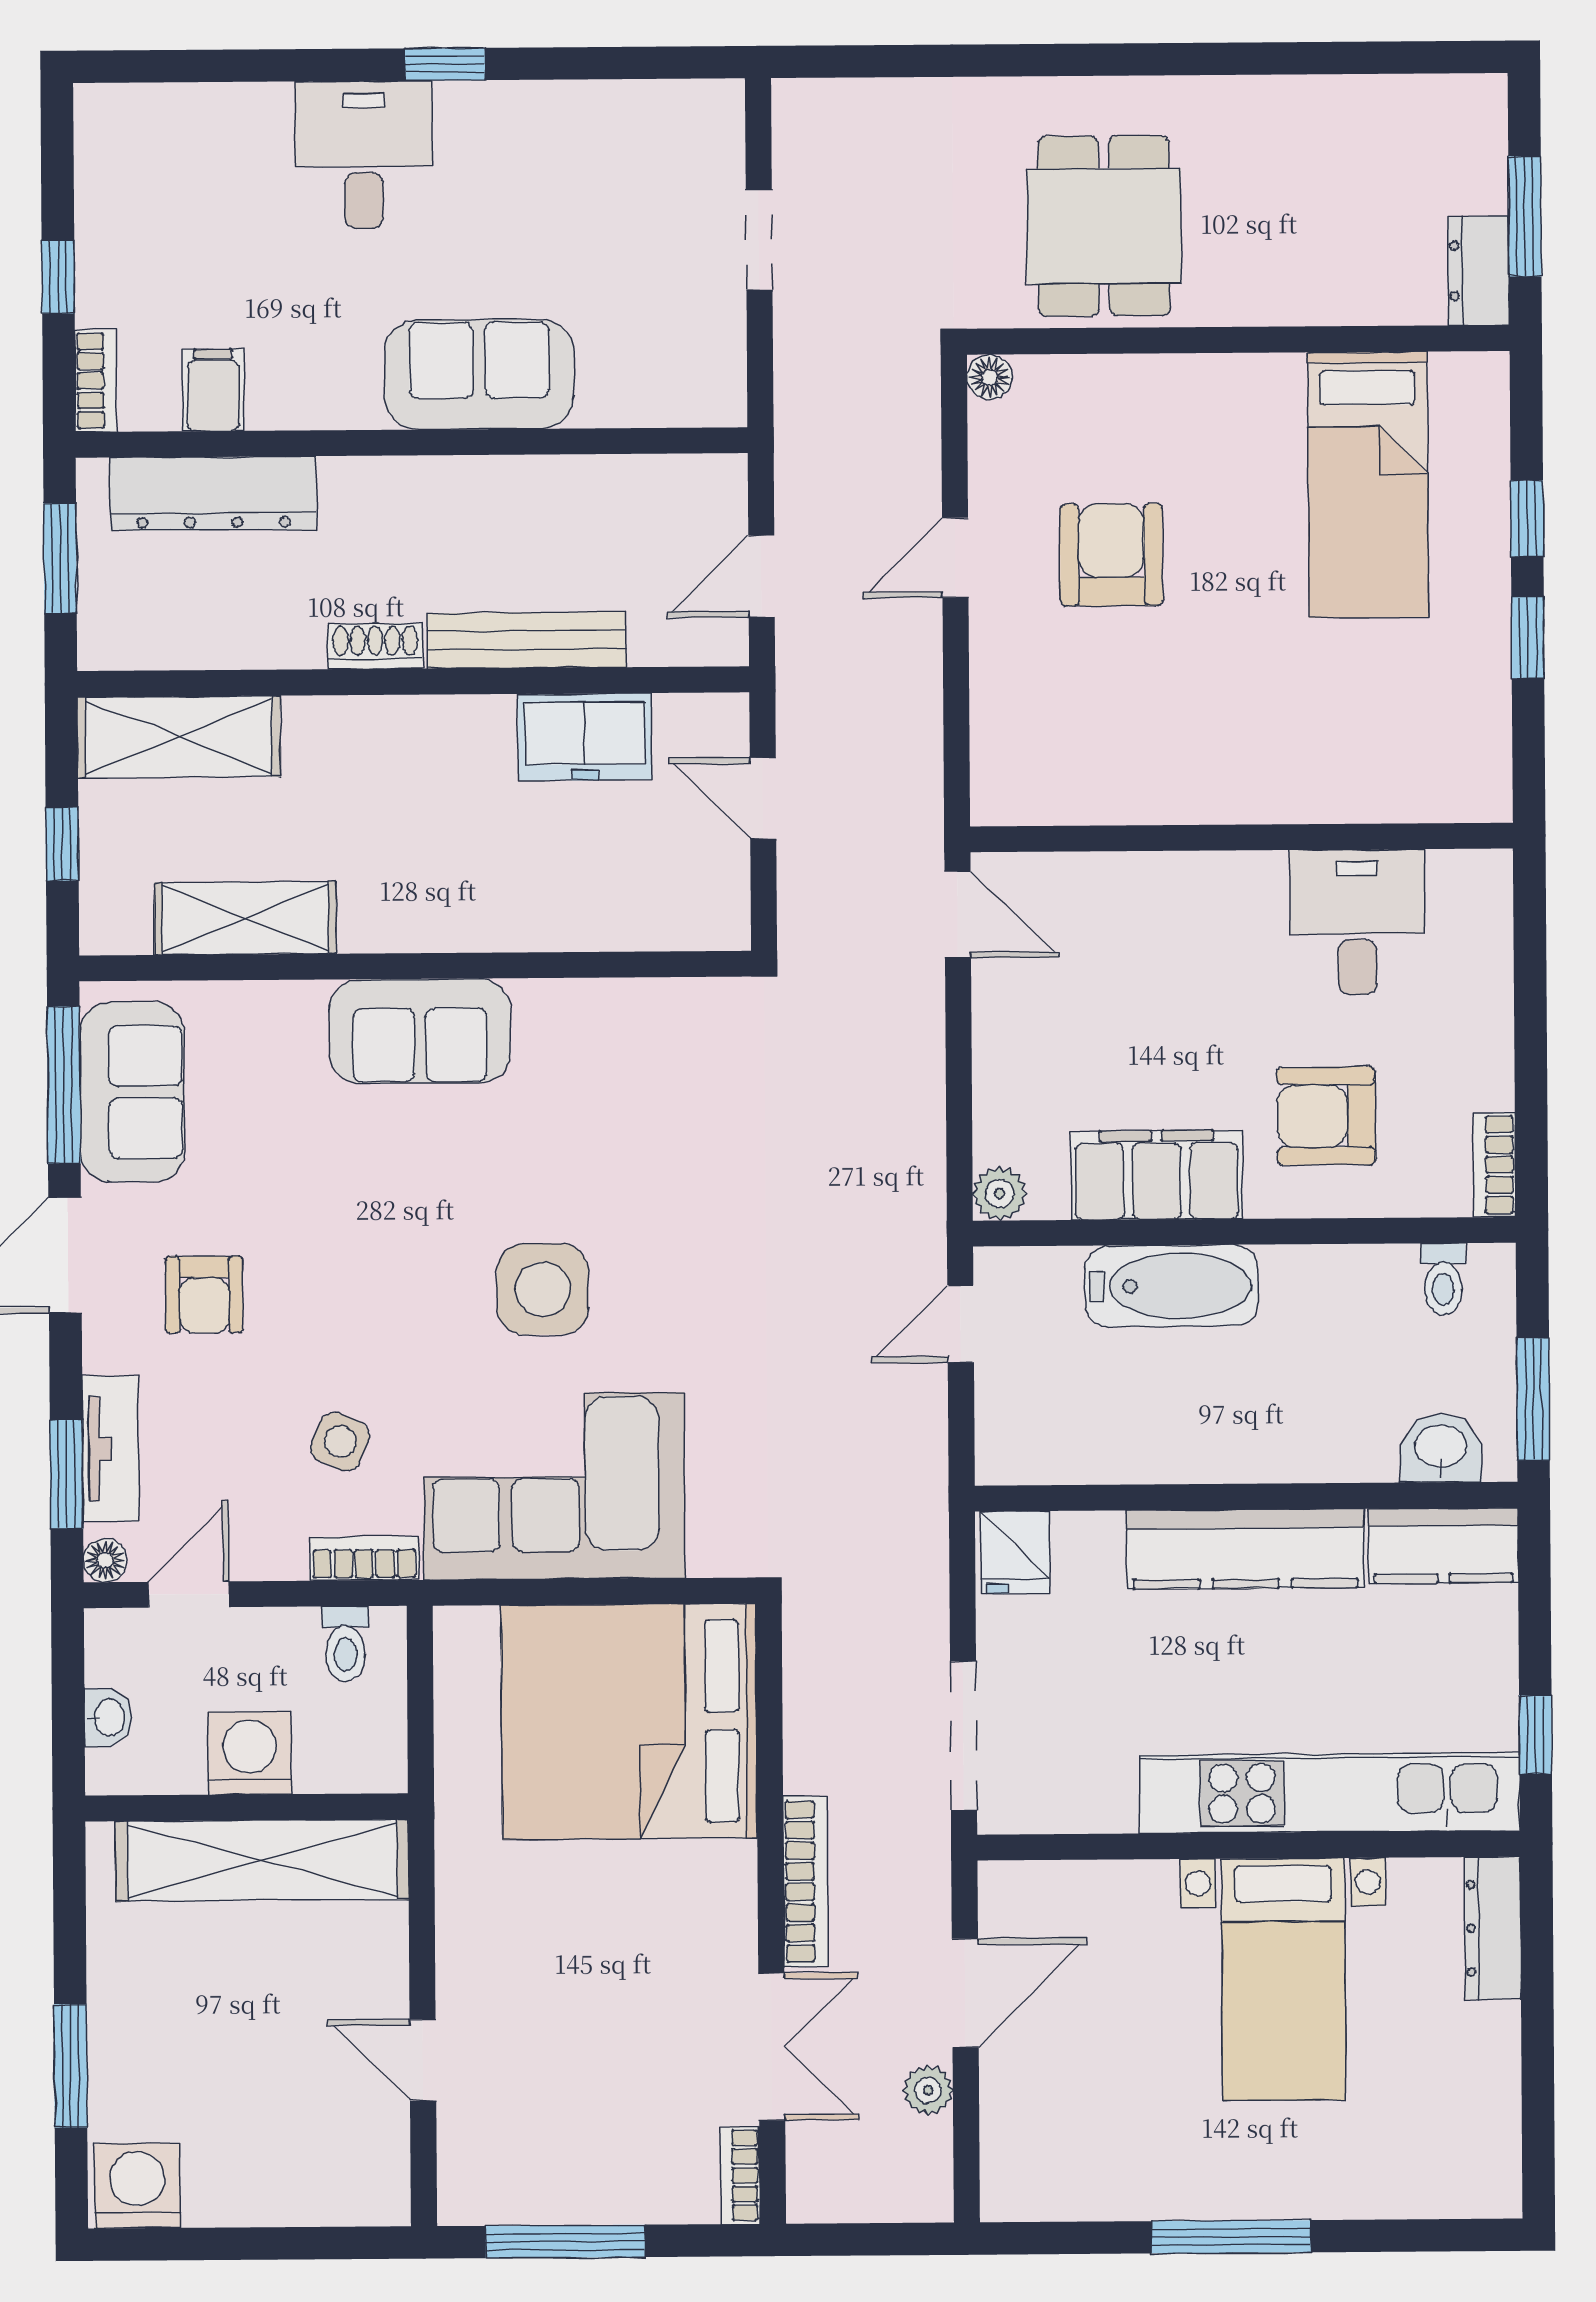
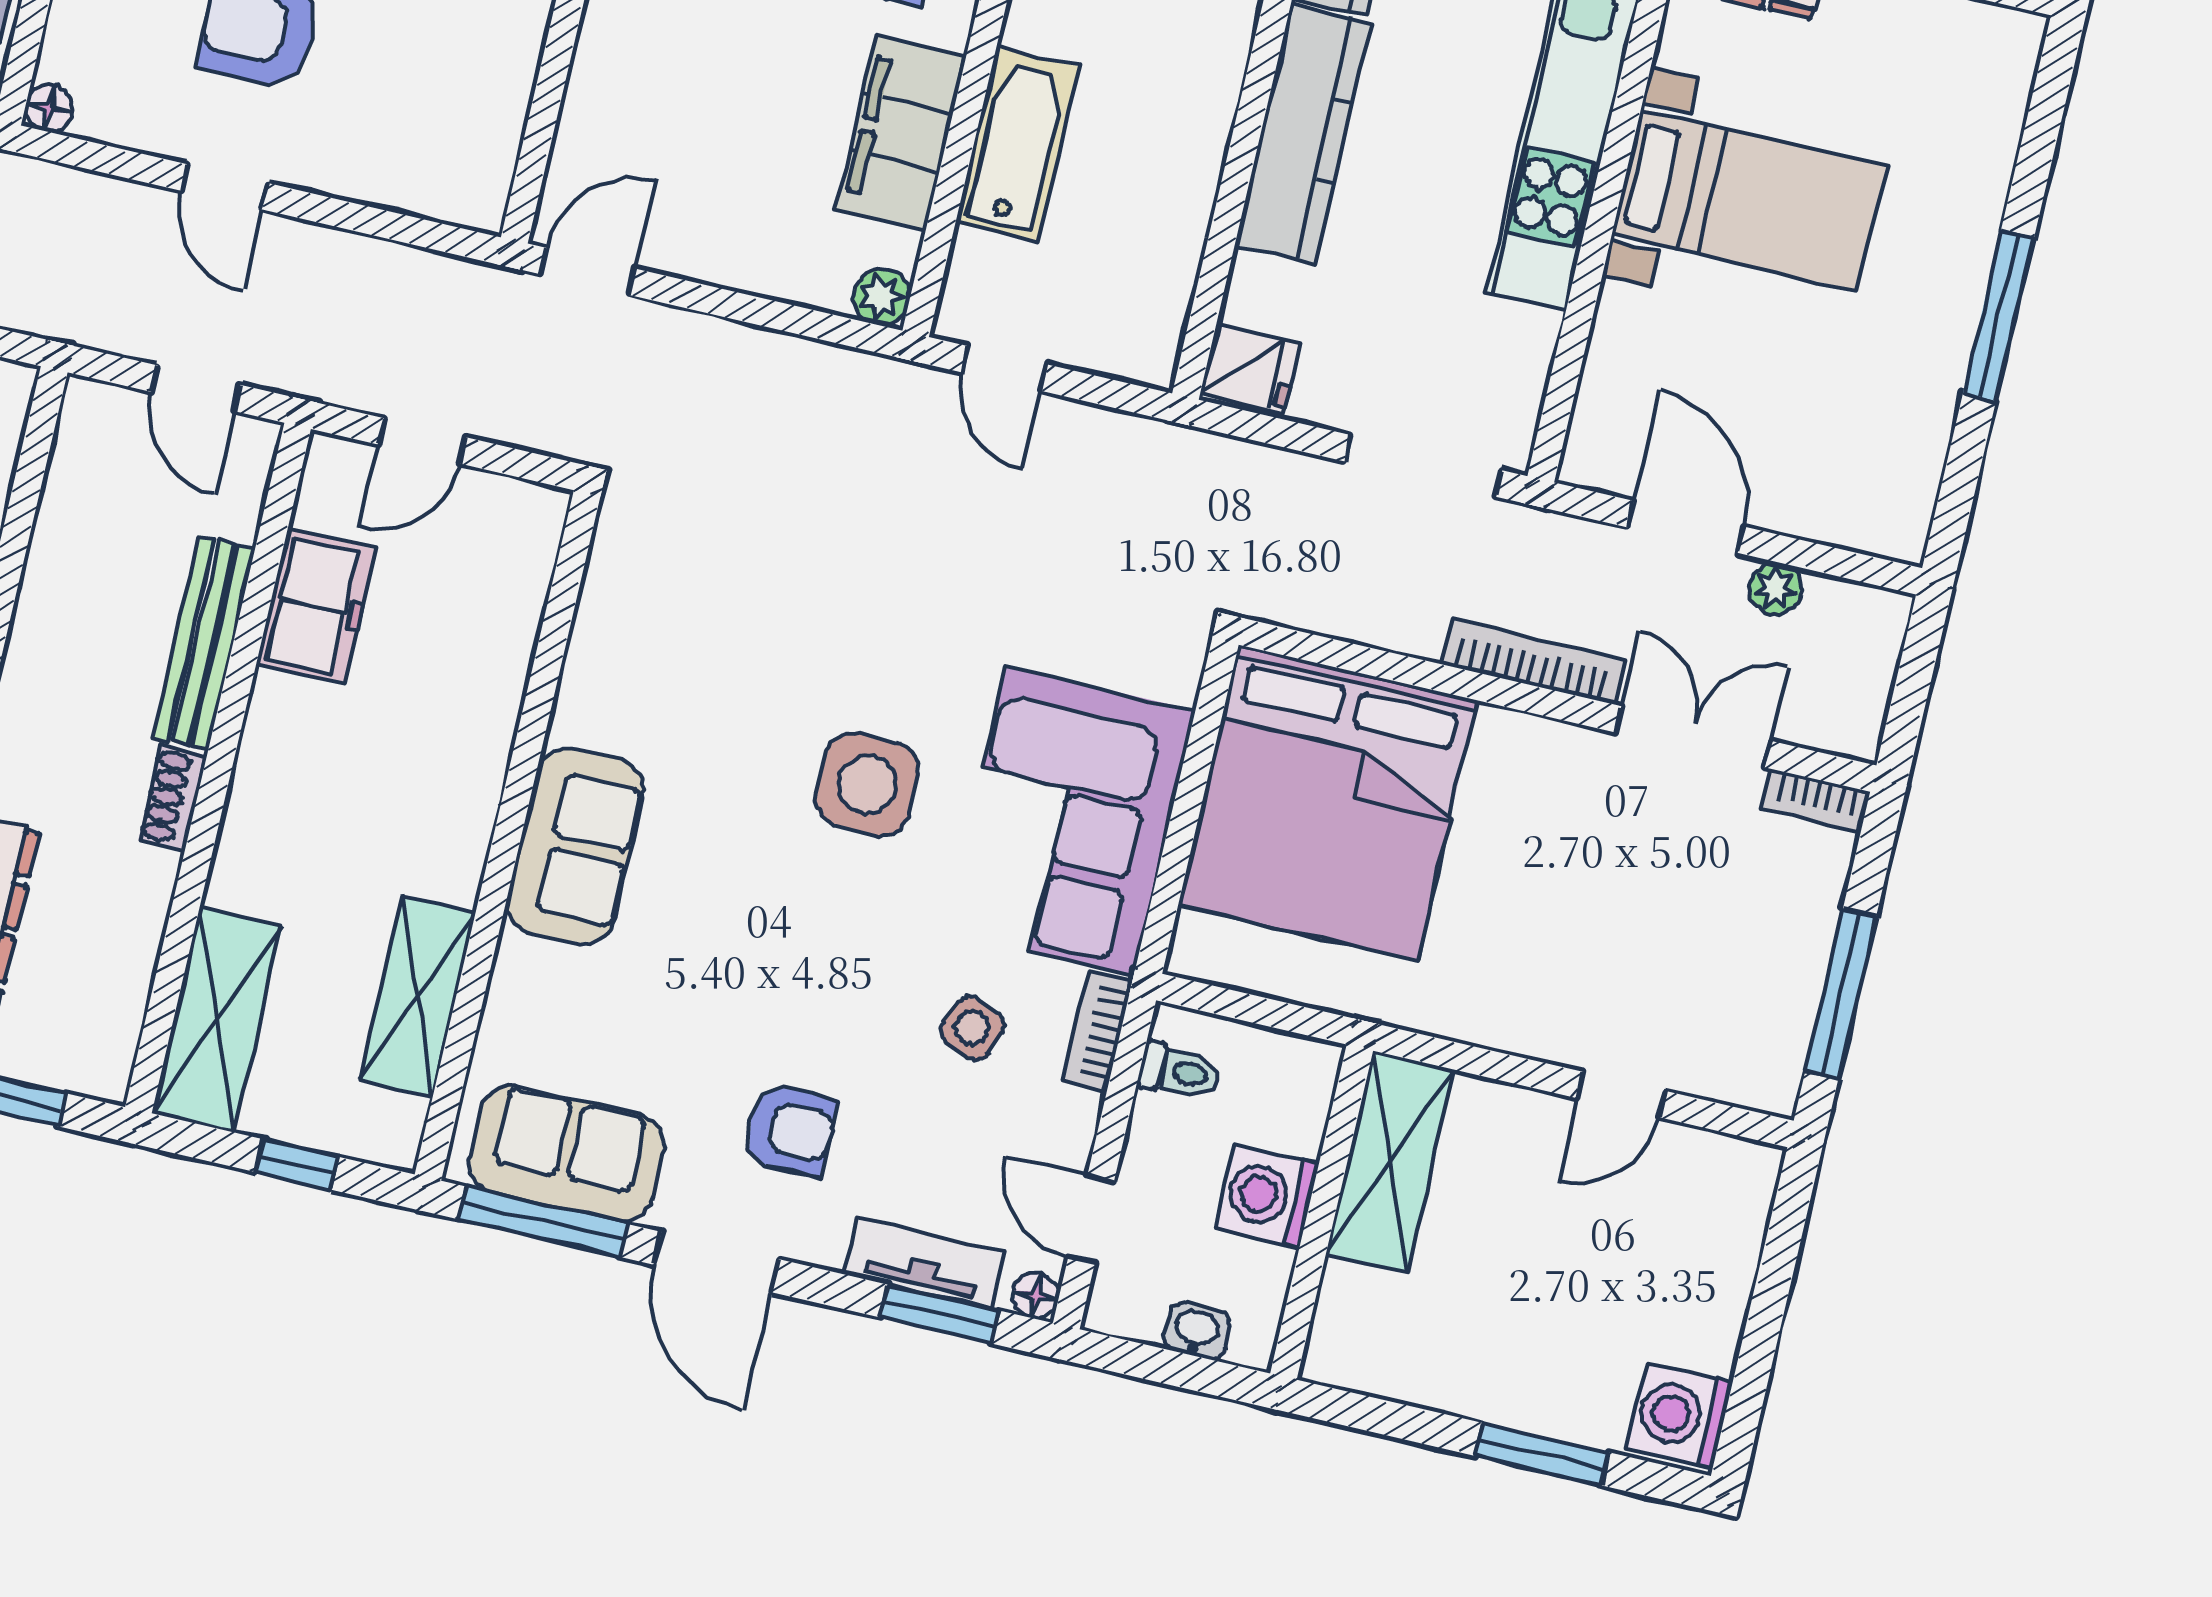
shelving: (262, 1860) -> (1390, 1162), width x0.68

